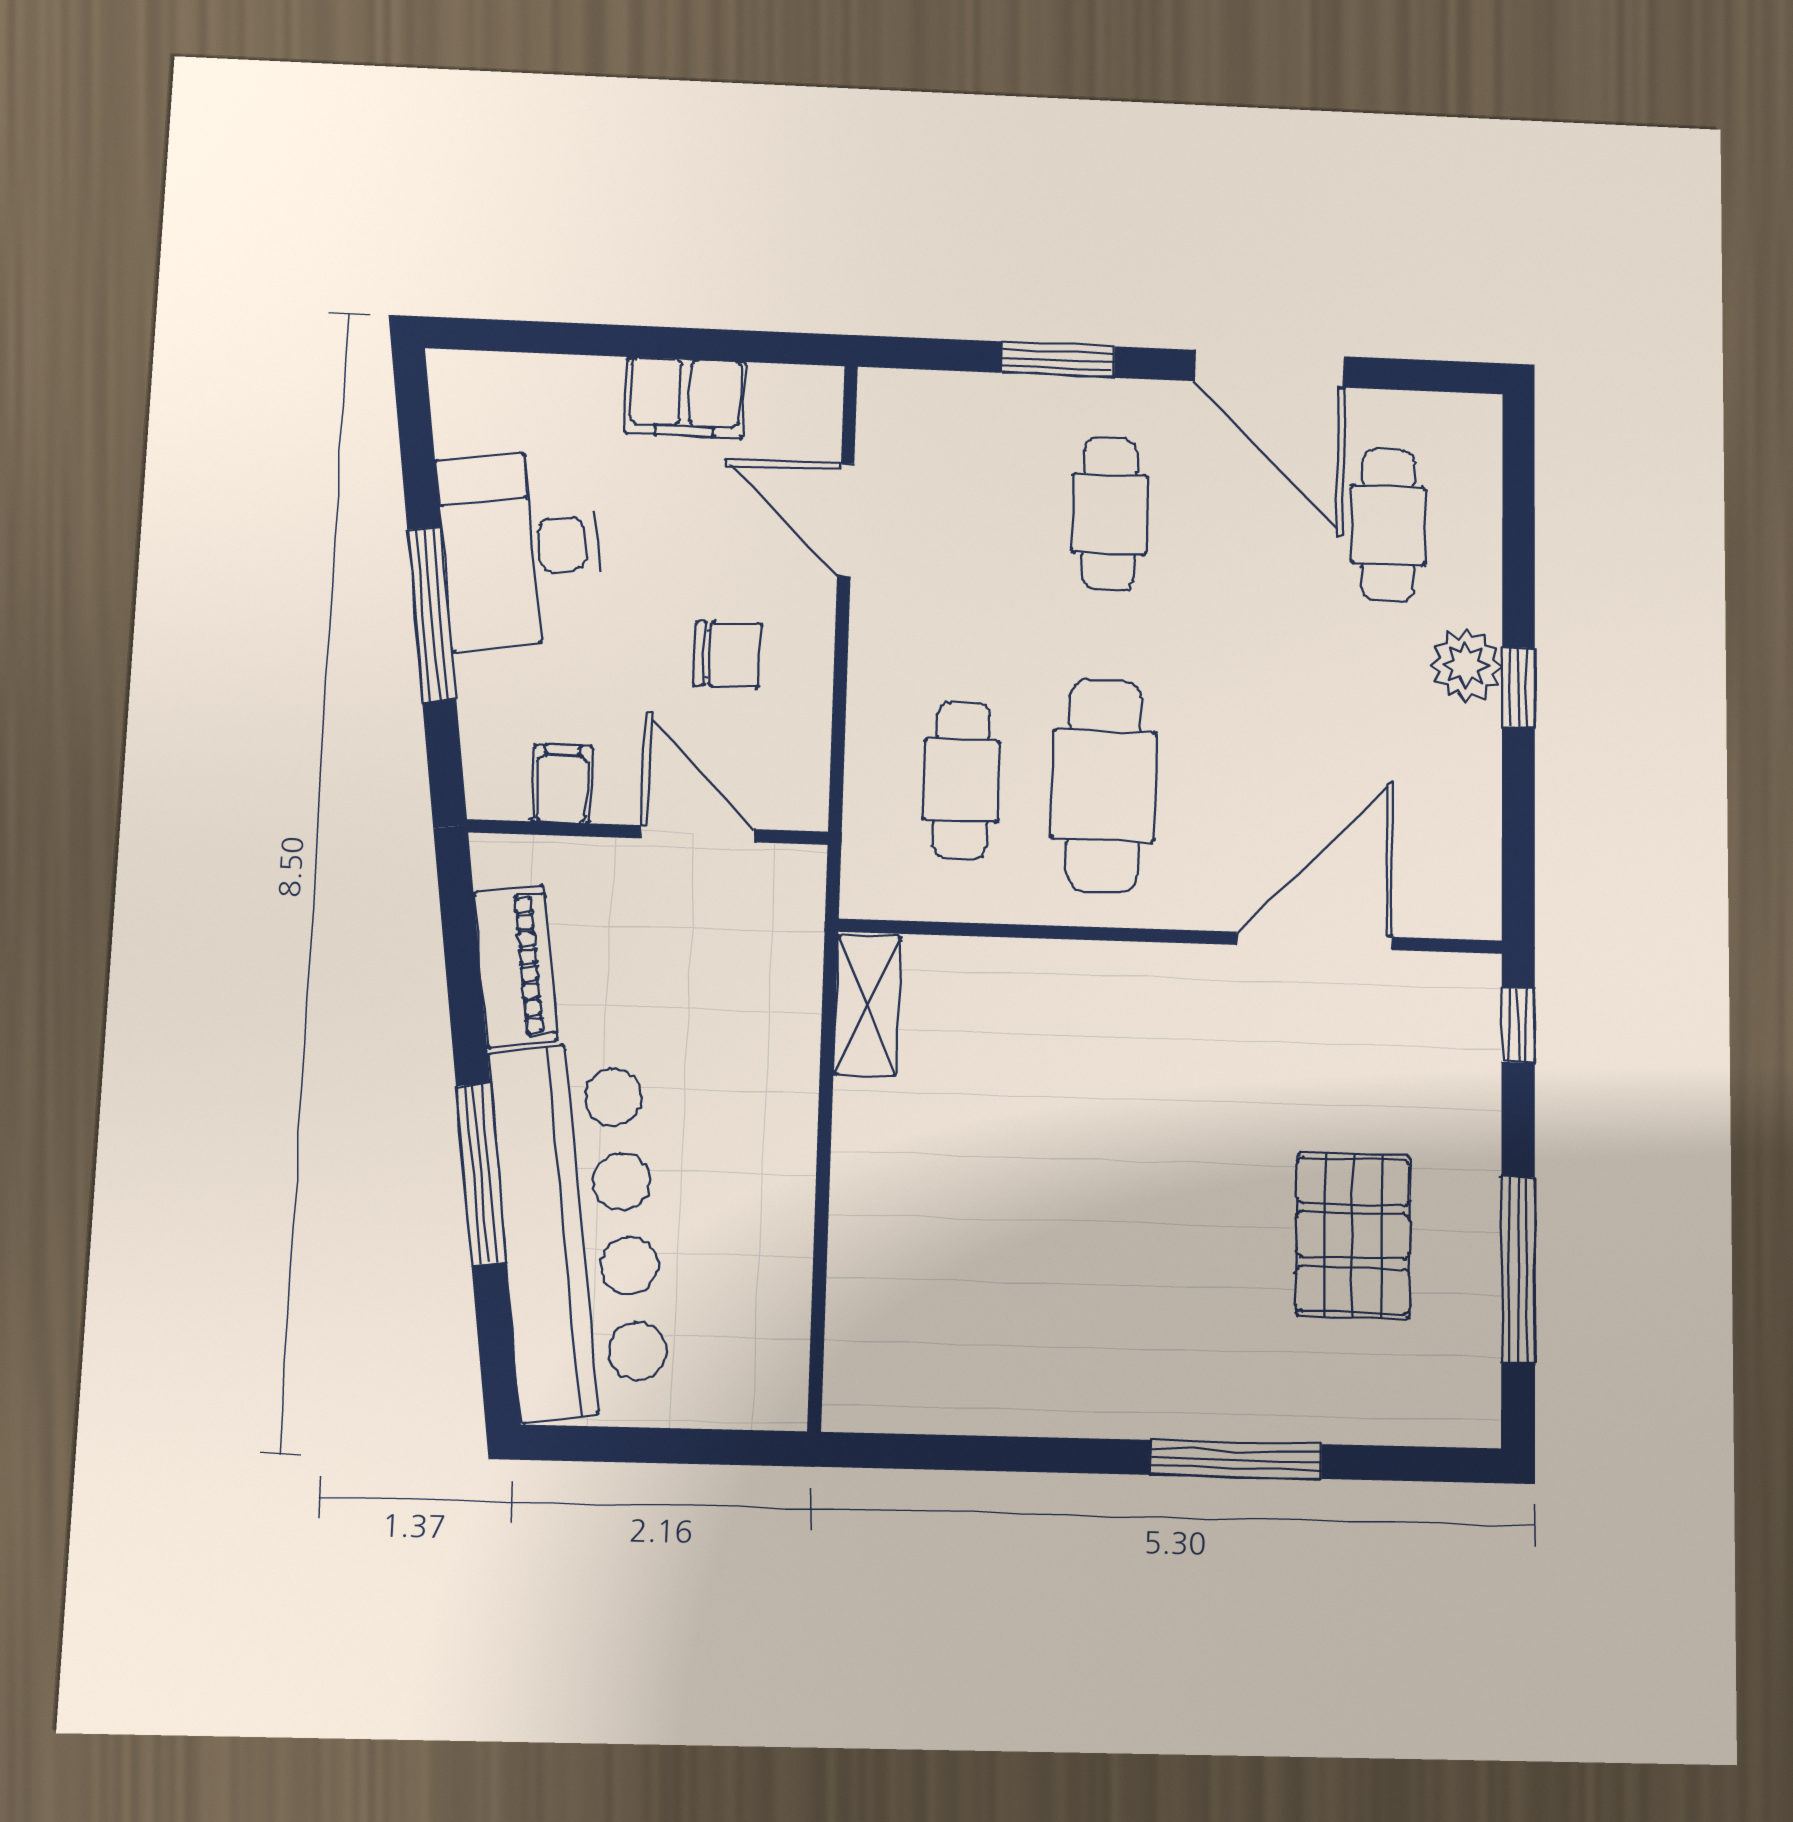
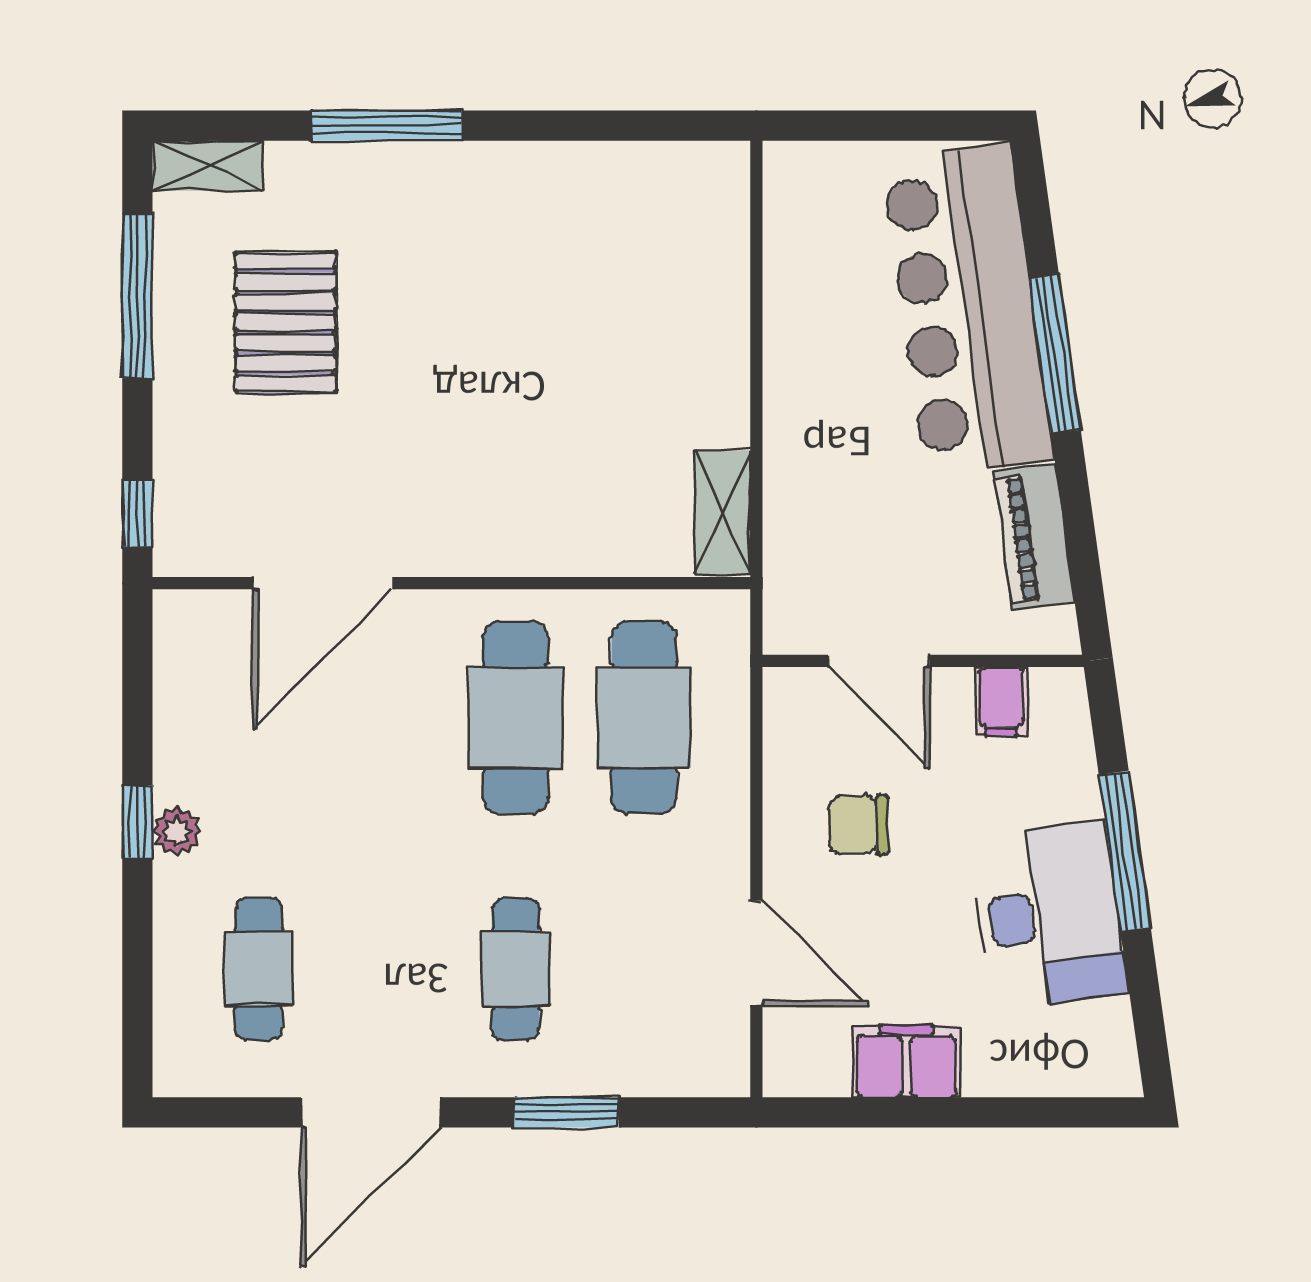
door: (1269, 369) -> (370, 1112), swing flipped
plant: (1466, 665) -> (177, 831), width x0.73, depth x0.73
cafe table: (962, 780) -> (644, 718), width x1.37, depth x1.35
shelving: (1439, 1418) -> (208, 166), added

